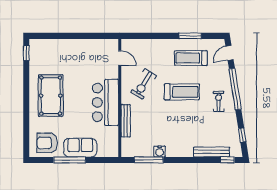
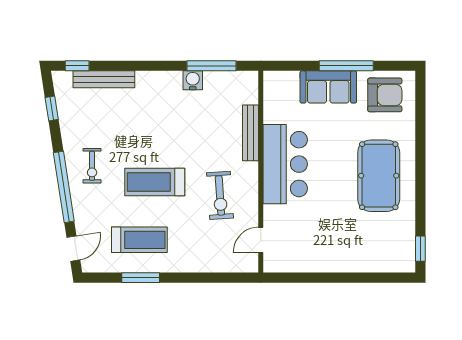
door: (120, 58) -> (261, 240), hinge flipped
exercise bike: (144, 84) -> (220, 195), turned 145

